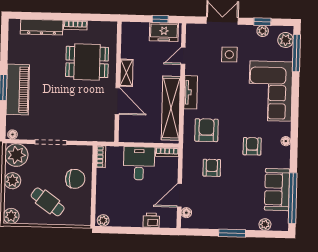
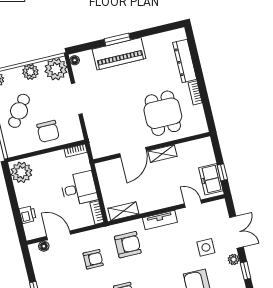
plant: (263, 31) -> (234, 259), moved
shelving: (171, 108) -> (123, 211), width x0.45, depth x0.75
plant: (103, 220) -> (21, 172), width x1.88, depth x1.88

